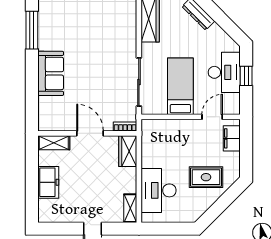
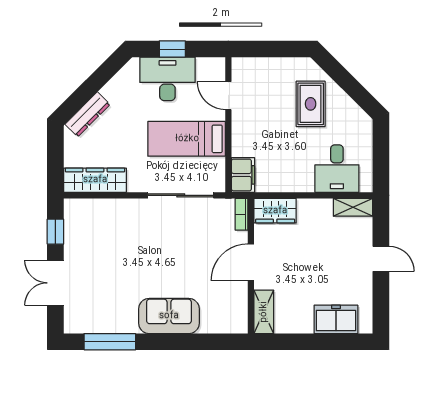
filing cabinet: (232, 138) -> (243, 175), moved, turned -90
freezer: (48, 182) -> (336, 319), moved
desk: (159, 190) -> (337, 169), width x0.73

